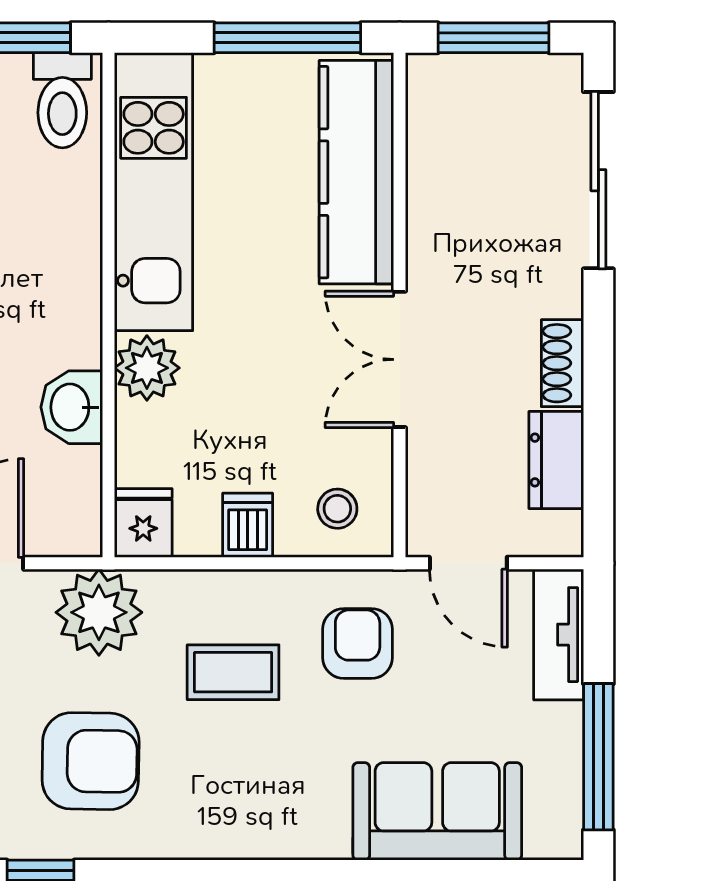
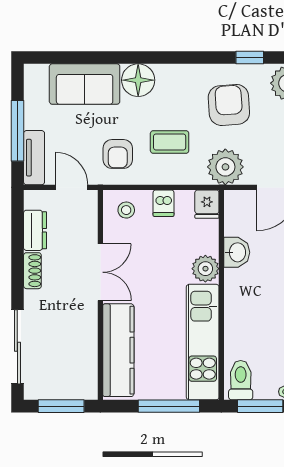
window: (287, 38) -> (169, 406), moved
window: (598, 757) -> (17, 131), moved
armchair: (91, 761) -> (229, 105), turned 85
floor lamp: (309, 821) -> (138, 80), added

